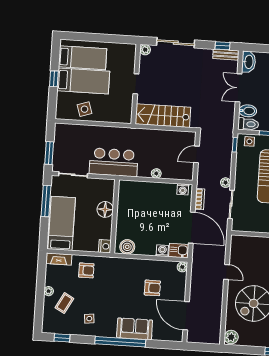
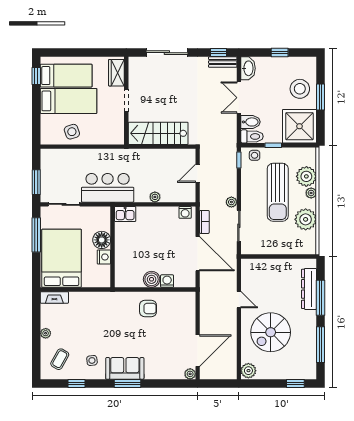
plant: (145, 50) -> (134, 62), removed
wardrobe: (129, 58) -> (116, 73), added
window: (54, 79) -> (36, 76), moved
bed: (62, 223) -> (62, 258), width x1.50
nightstand: (105, 246) -> (104, 257), moved
boiler: (127, 247) -> (152, 279), moved
kitchen sink: (179, 251) -> (125, 214), moved, turned 180
plant: (182, 267) -> (190, 374), moved
armchair: (86, 270) -> (85, 308), removed
armchair: (152, 288) -> (148, 309), moved
coffee table: (64, 303) -> (60, 359), moved
door: (186, 316) -> (198, 351), swing flipped
sofa: (135, 329) -> (125, 368), moved
window: (62, 338) -> (76, 384), moved
window: (120, 342) -> (128, 384), width x0.47

